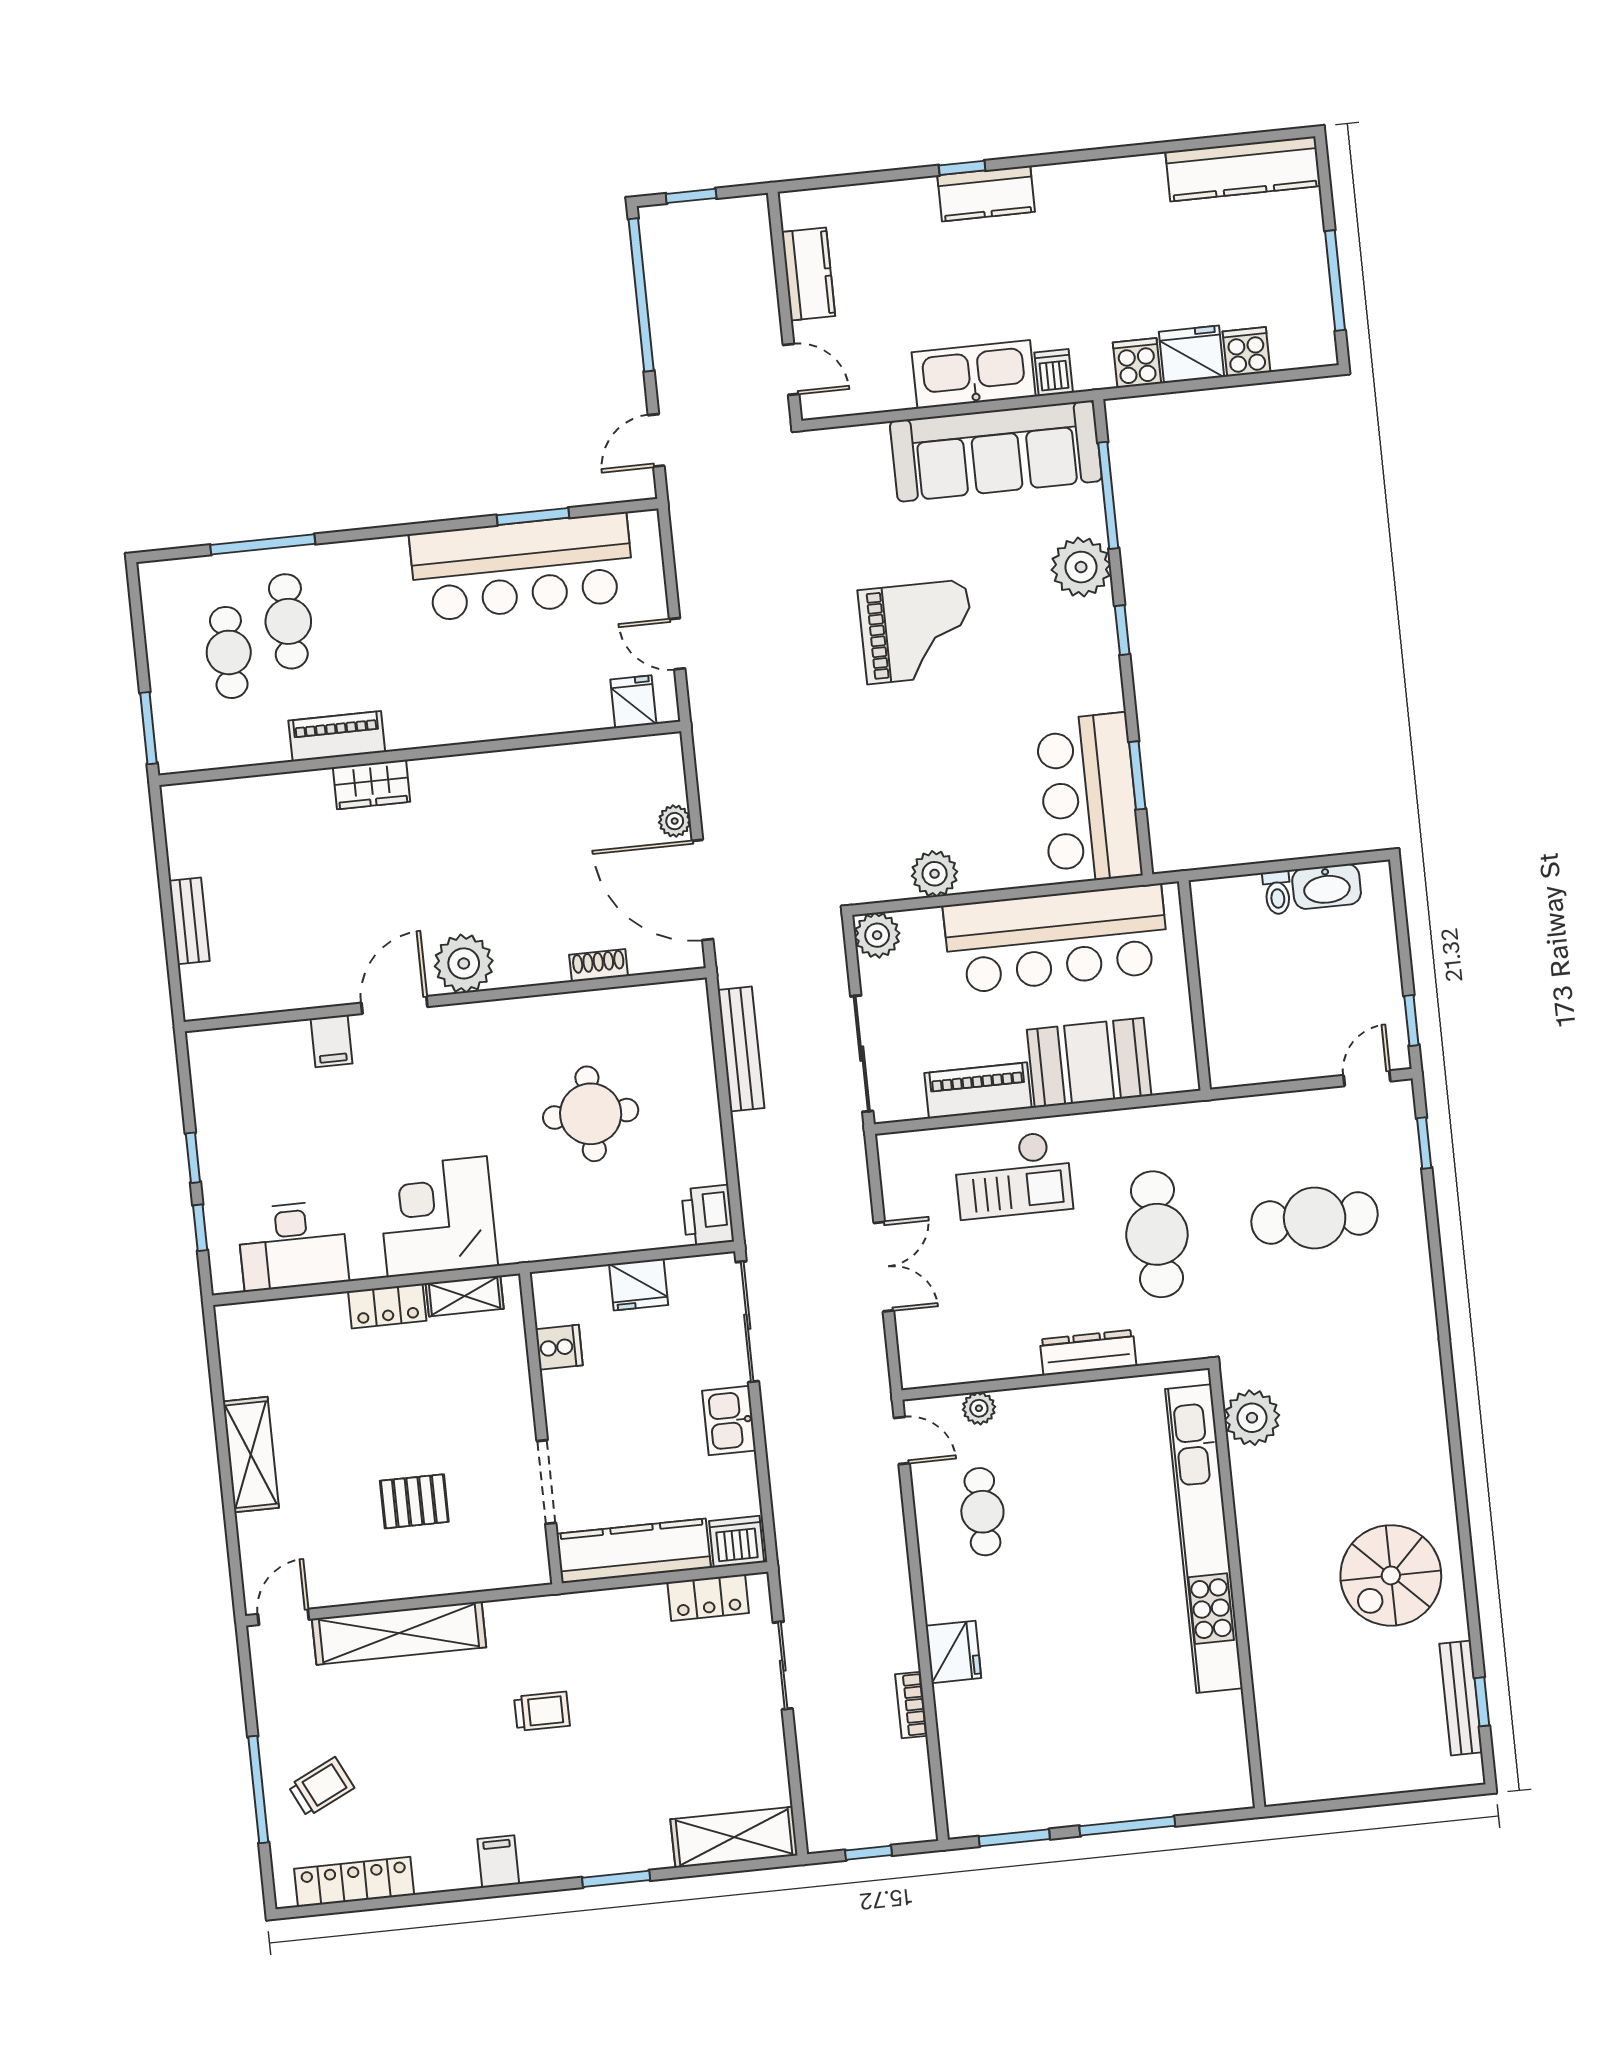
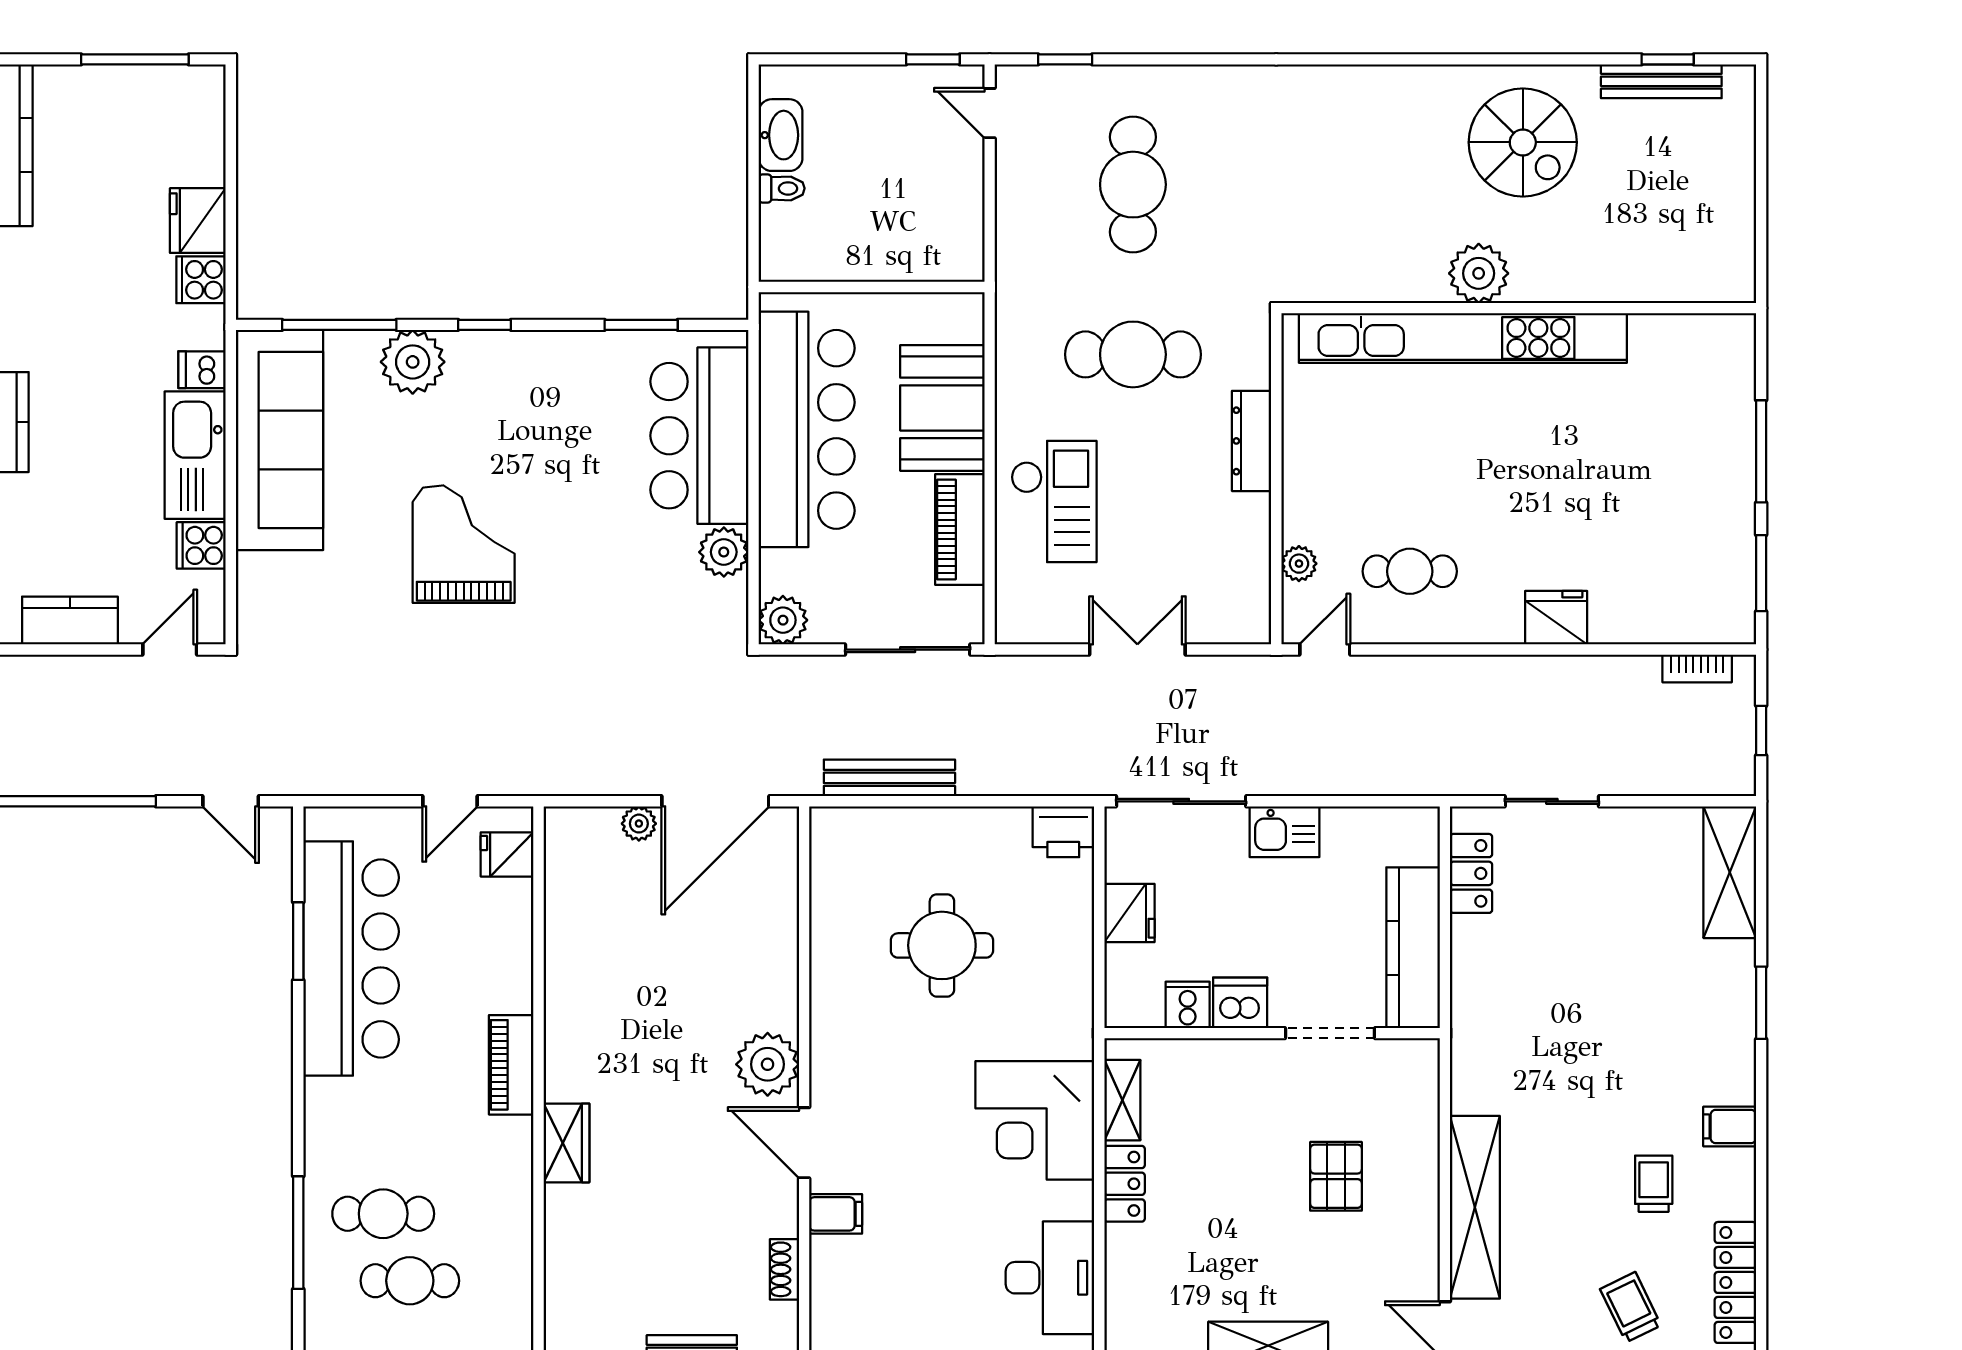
cooker: (1247, 352) -> (201, 545), moved
piano: (337, 736) -> (511, 1065), moved
bar counter: (1089, 798) -> (699, 436), moved, turned 90
shoe rack: (599, 965) -> (784, 1269), moved
plant: (1252, 1418) -> (1479, 273), moved
dishwasher: (737, 1542) -> (1240, 1003), moved, turned 90
bookcase: (911, 1705) -> (1697, 668), moved
trolley: (542, 1711) -> (1654, 1184), moved

